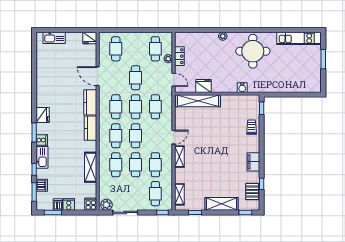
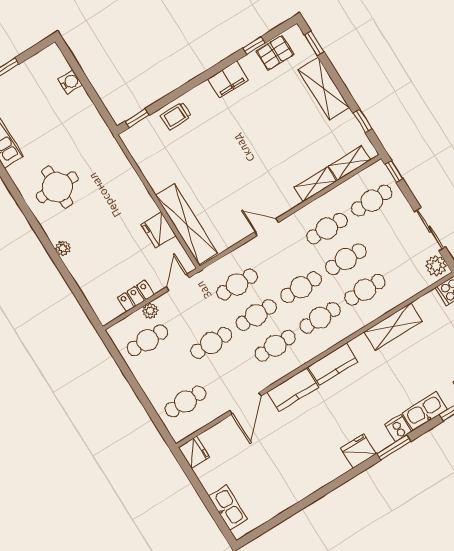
round table: (253, 51) -> (57, 187), width x0.73, depth x0.73
water cooler: (242, 88) -> (70, 82), moved
shelving: (179, 157) -> (315, 184), moved

